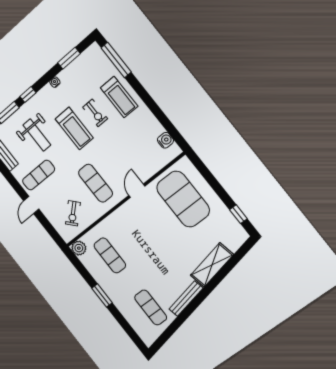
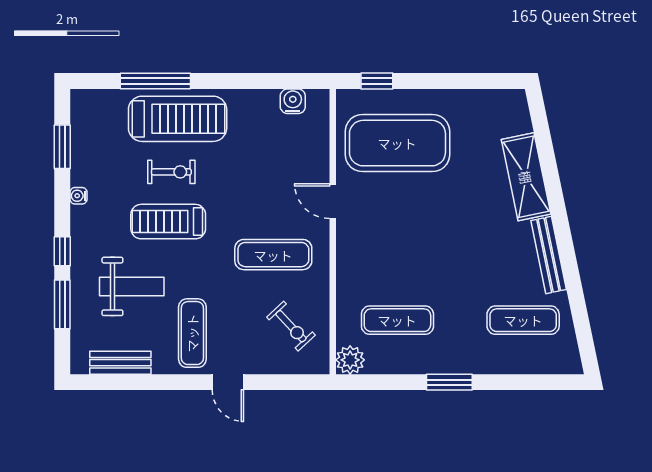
window: (116, 60) -> (155, 81), moved
treadmill: (119, 97) -> (178, 119), width x1.37, depth x1.38
treadmill: (74, 128) -> (168, 222), turned 180
window: (238, 214) -> (377, 81), moved

